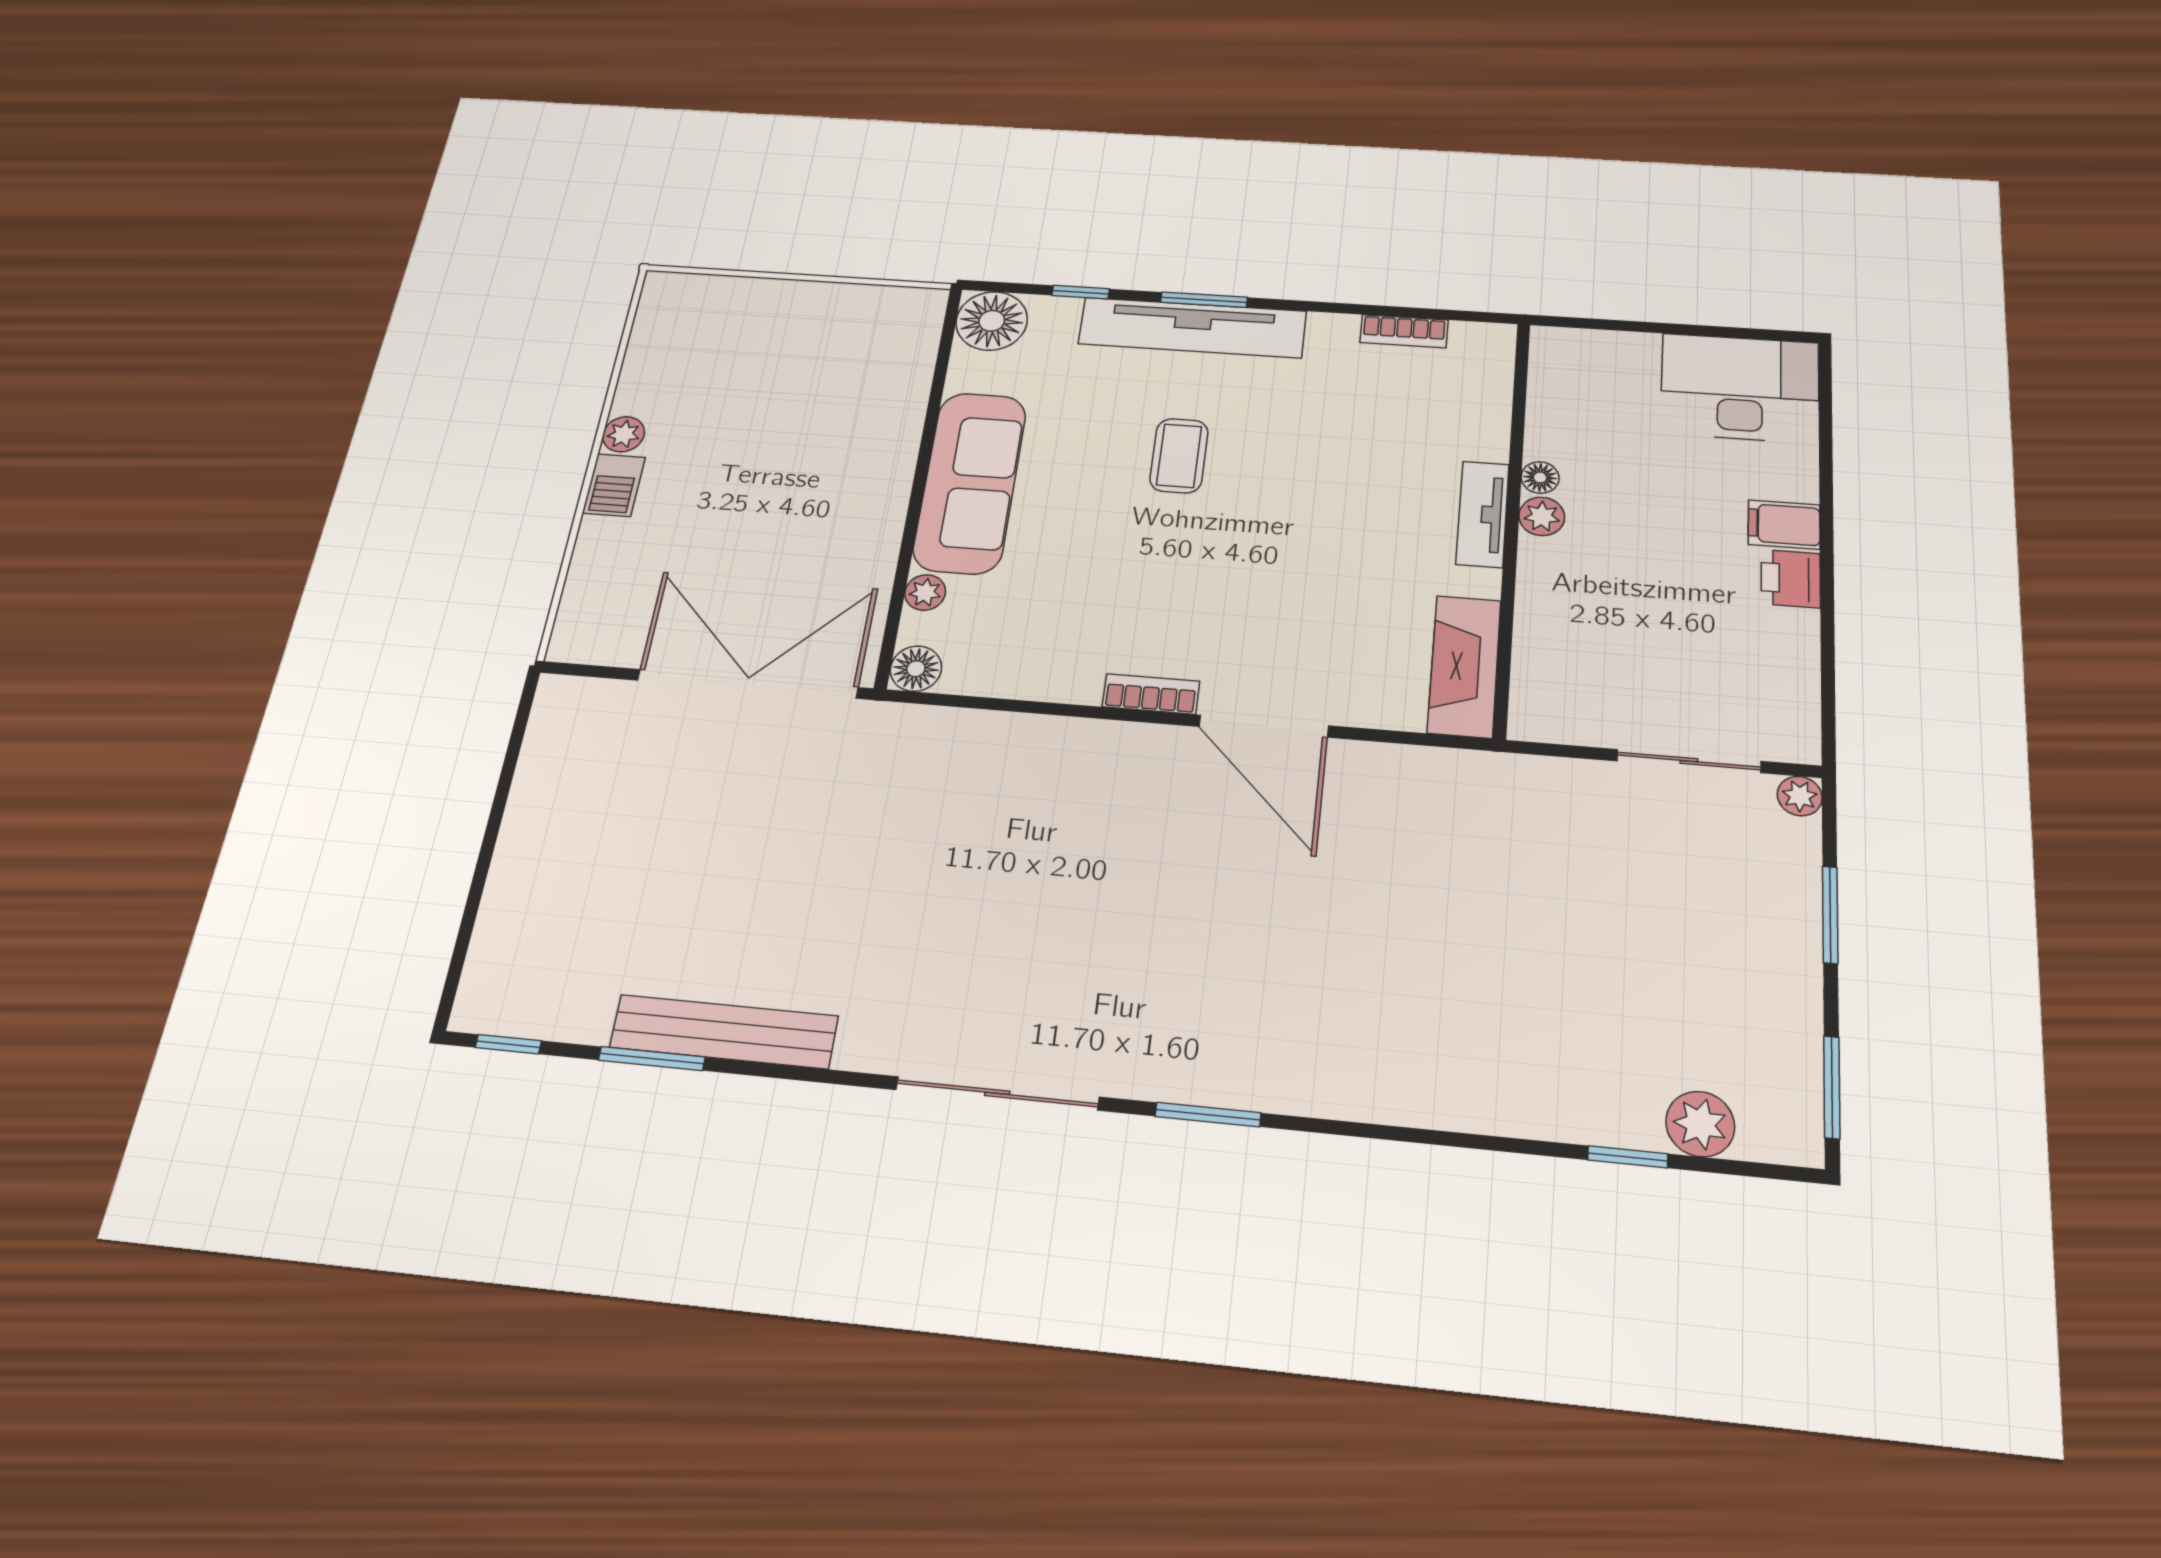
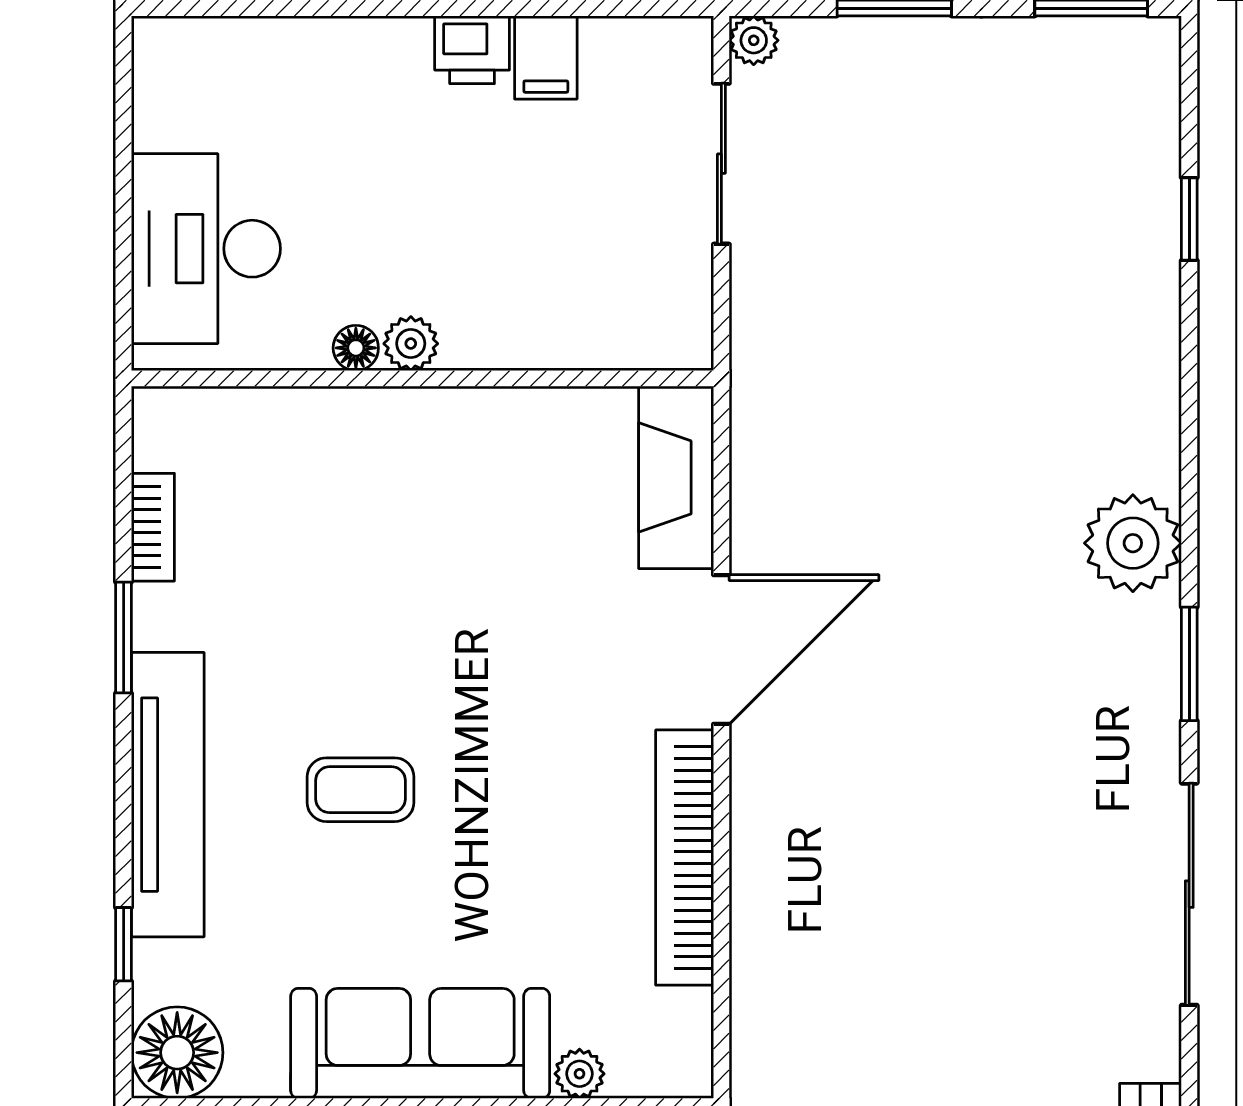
window: (1204, 300) -> (124, 638), moved
desk: (1740, 388) -> (206, 249), moved
tv unit: (1483, 514) -> (414, 414), removed
filing cabinet: (1784, 525) -> (546, 57), moved
fireplace: (1464, 666) -> (676, 477), moved, turned 90
floor lamp: (916, 669) -> (683, 1068), removed
bookcase: (1151, 694) -> (685, 858), width x2.31, depth x1.31
plant: (1700, 1124) -> (1133, 543), moved, width x1.36, depth x1.36

